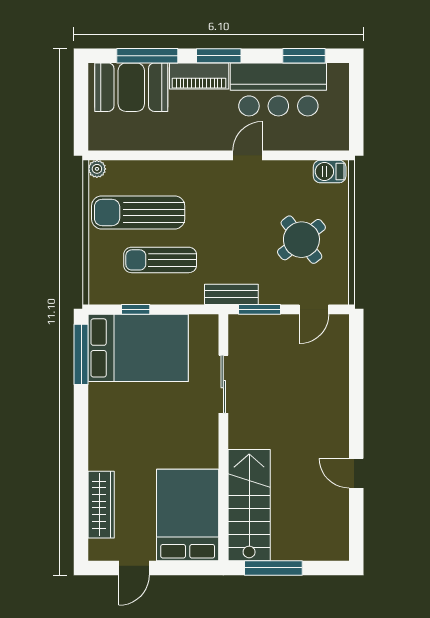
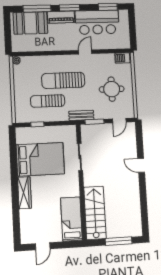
sun lounger: (138, 212) -> (63, 80), moved
round table: (301, 240) -> (112, 89), turned 38
bed: (138, 348) -> (40, 159), moved
window: (81, 354) -> (13, 146), removed
door: (356, 473) -> (141, 165), moved
wardrobe: (101, 505) -> (24, 193), moved
bed: (188, 515) -> (71, 219), width x0.67
window: (273, 568) -> (119, 241), moved

